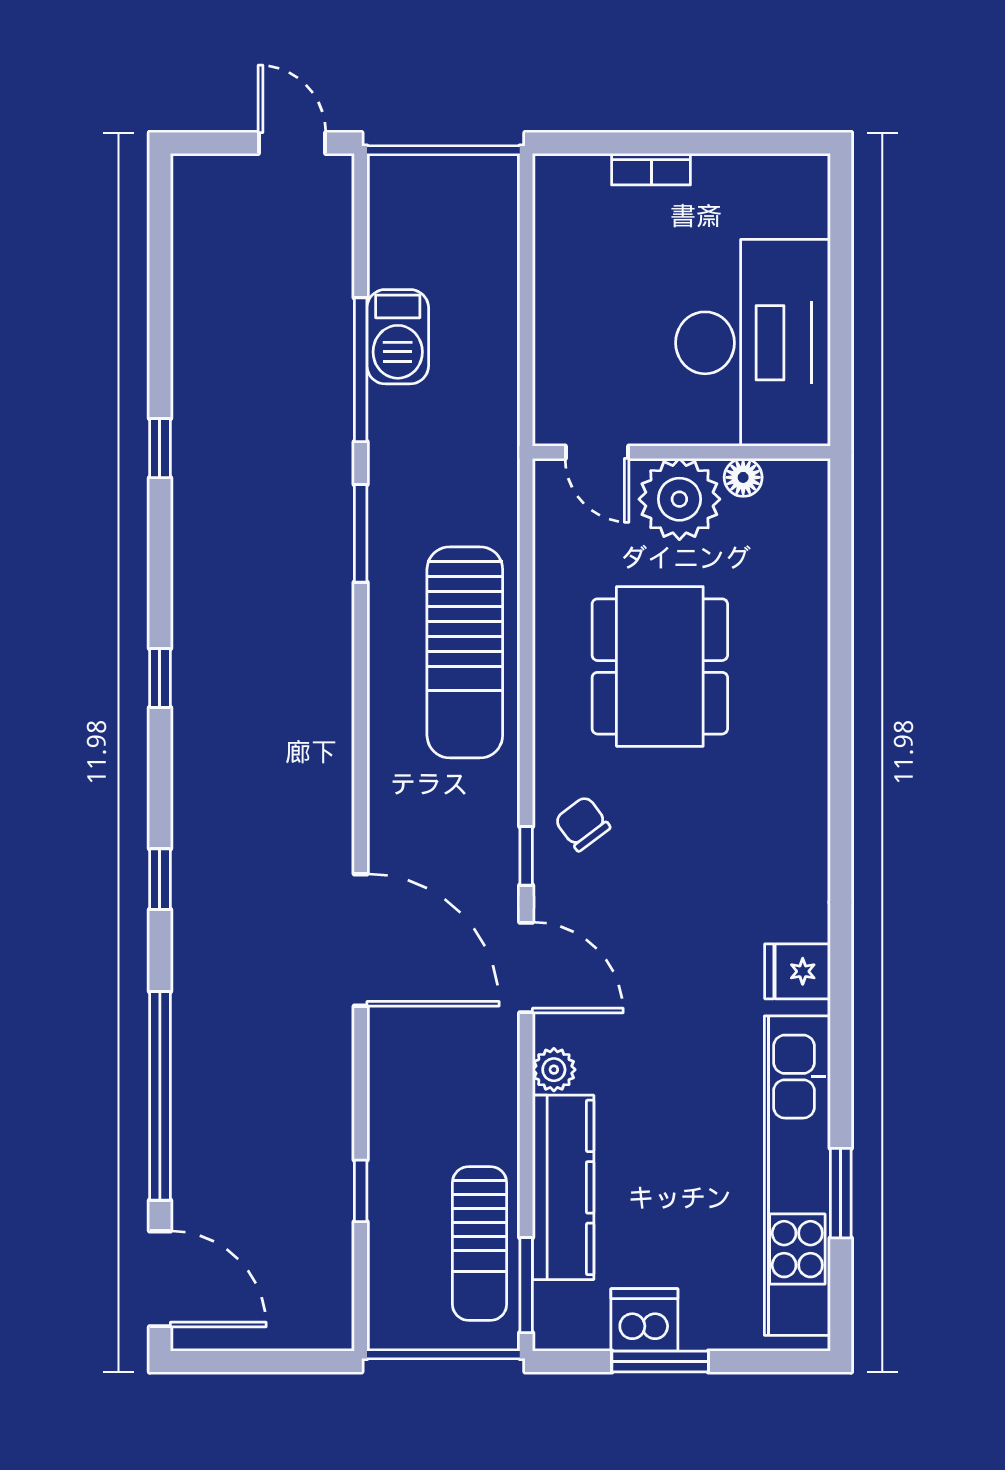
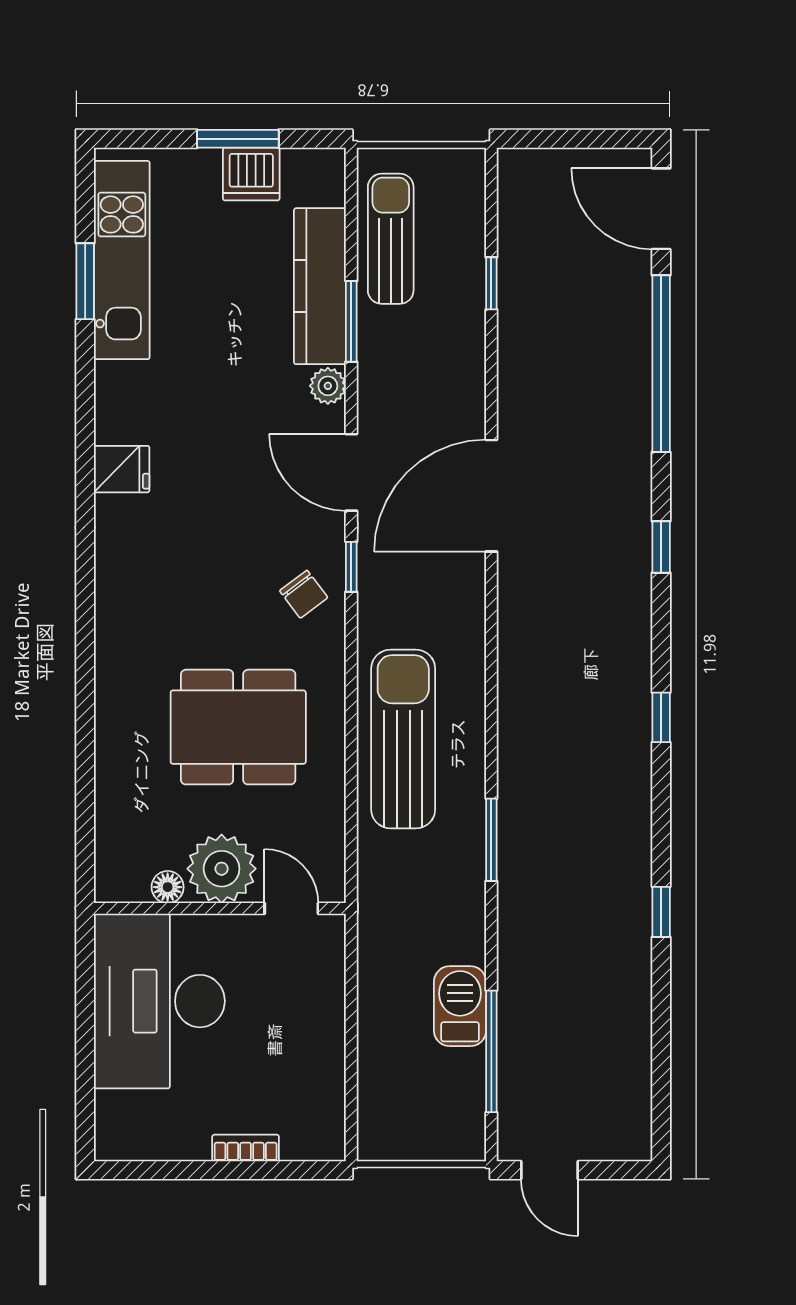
window: (361, 370) -> (491, 1051), moved
dining table: (660, 666) -> (238, 727), turned 90
door: (361, 940) -> (491, 496), hinge flipped
kitchen unit: (797, 1176) -> (122, 260), width x0.73
window: (526, 1285) -> (351, 321), moved

